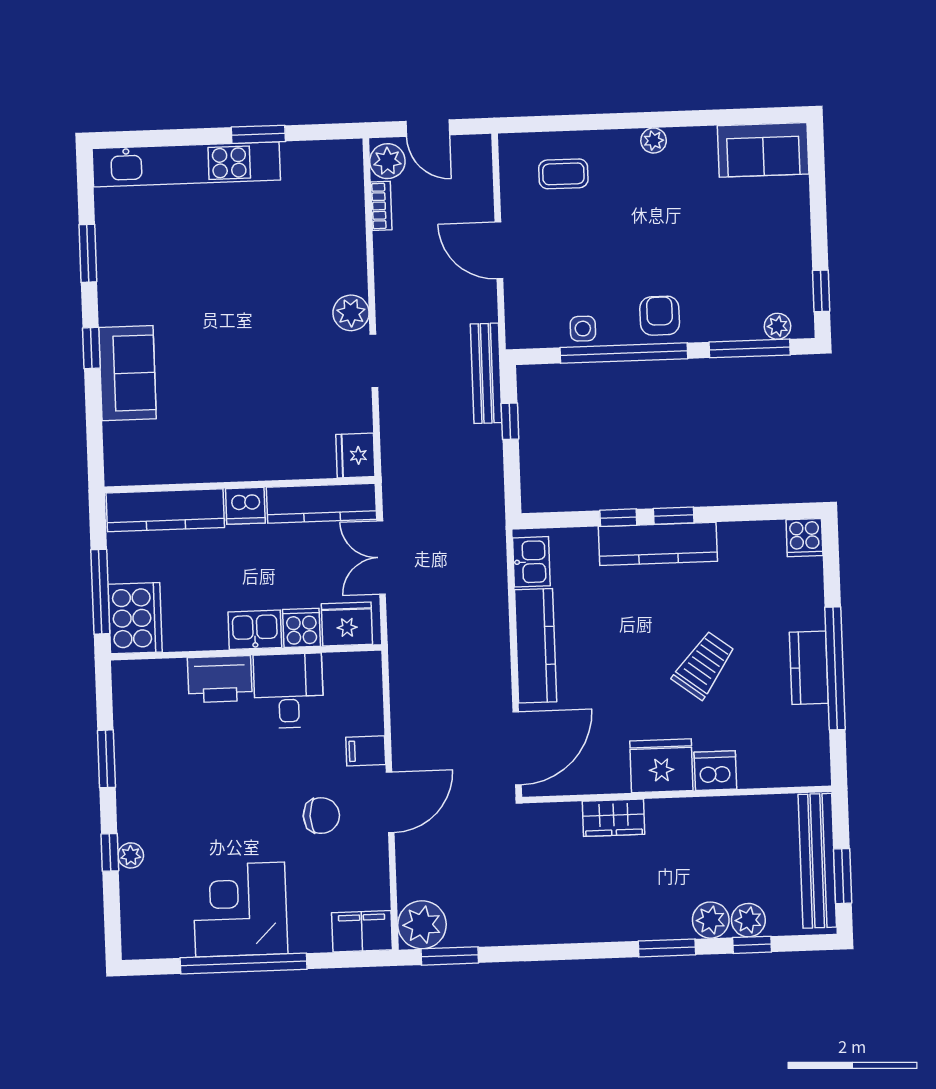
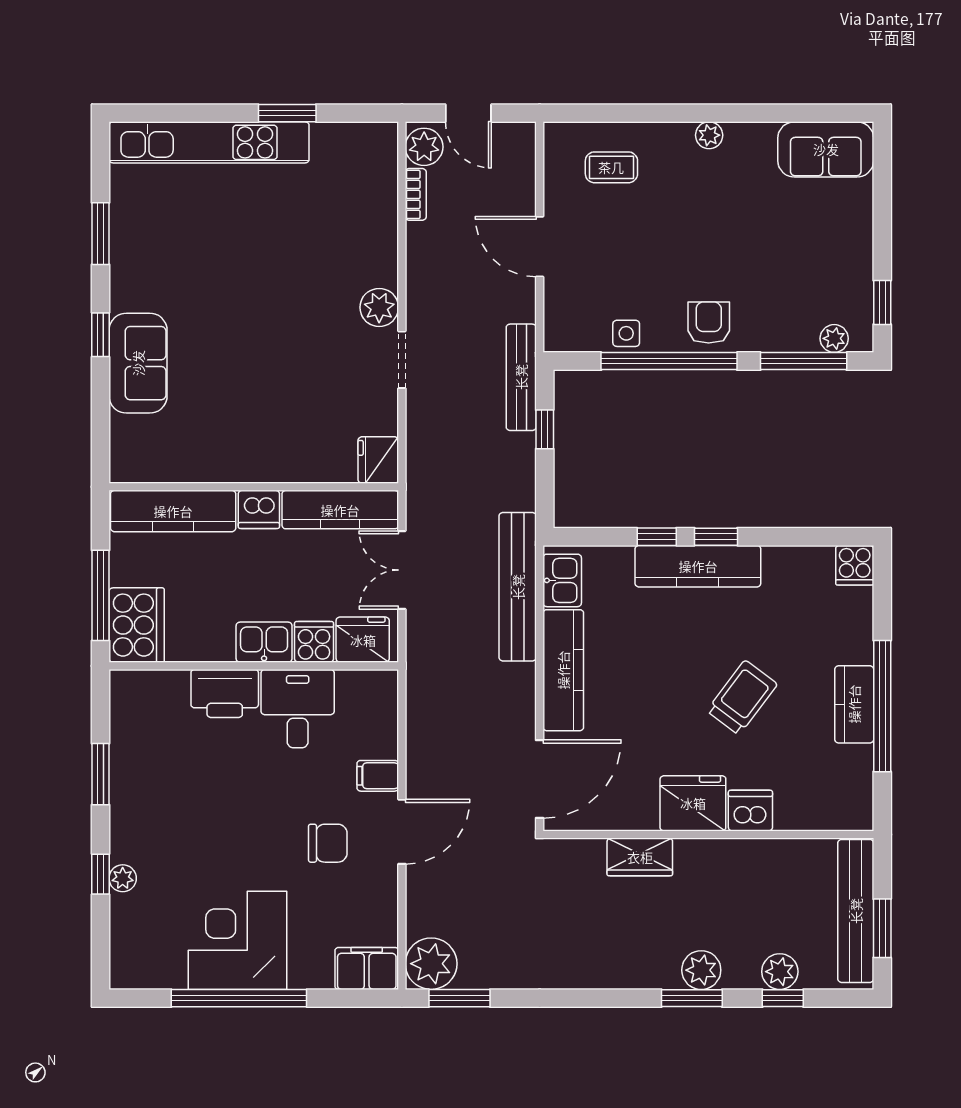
bench: (490, 569) -> (518, 587), added
plant: (711, 920) -> (701, 970), moved

